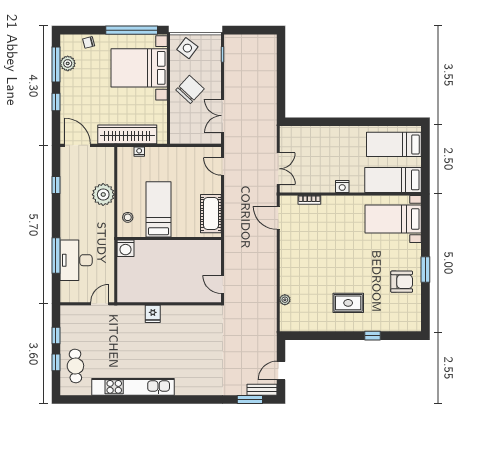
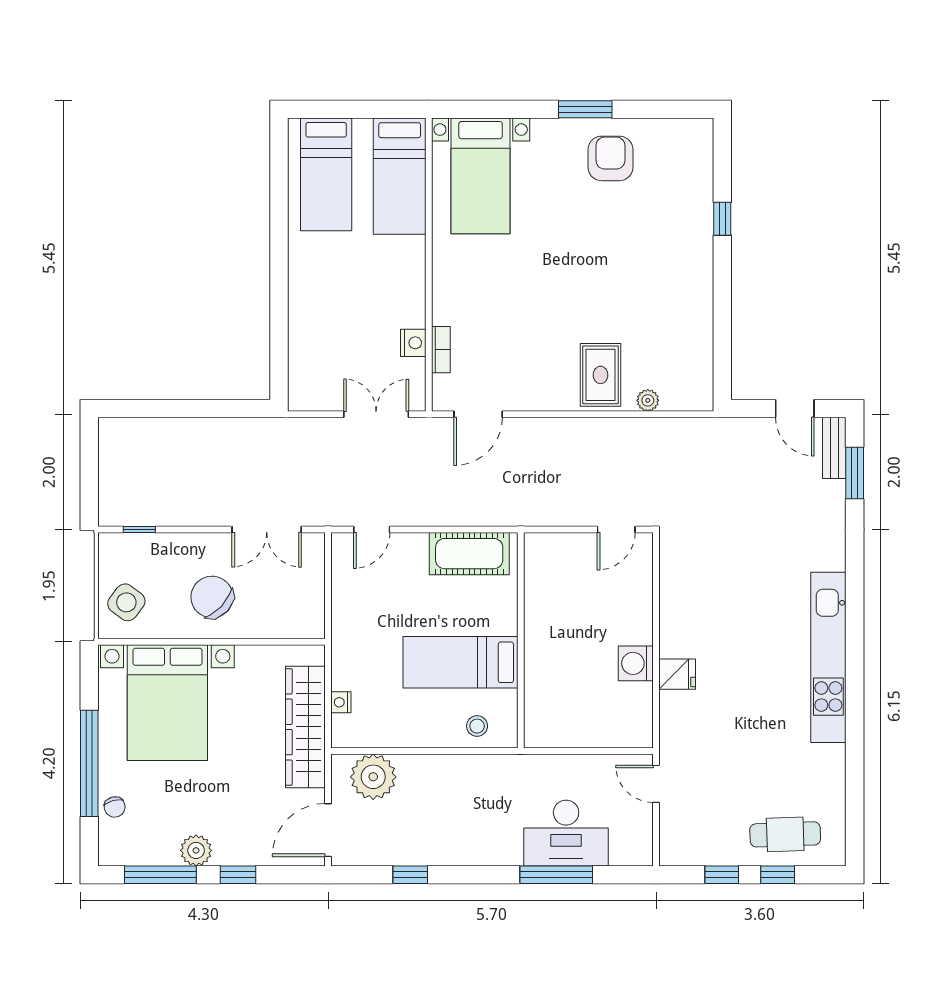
window: (132, 30) -> (89, 763), moved
plant: (68, 63) -> (196, 850), moved
nightstand: (342, 186) -> (413, 343), moved
plant: (103, 195) -> (373, 777), moved
washing machine: (125, 248) -> (636, 663), moved, turned 180
rug: (348, 303) -> (600, 375), moved
kitchen unit: (133, 387) -> (828, 657), moved

